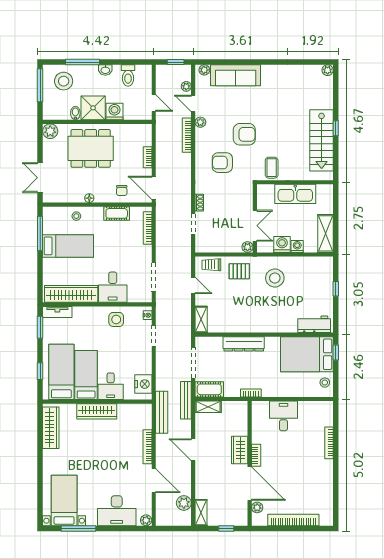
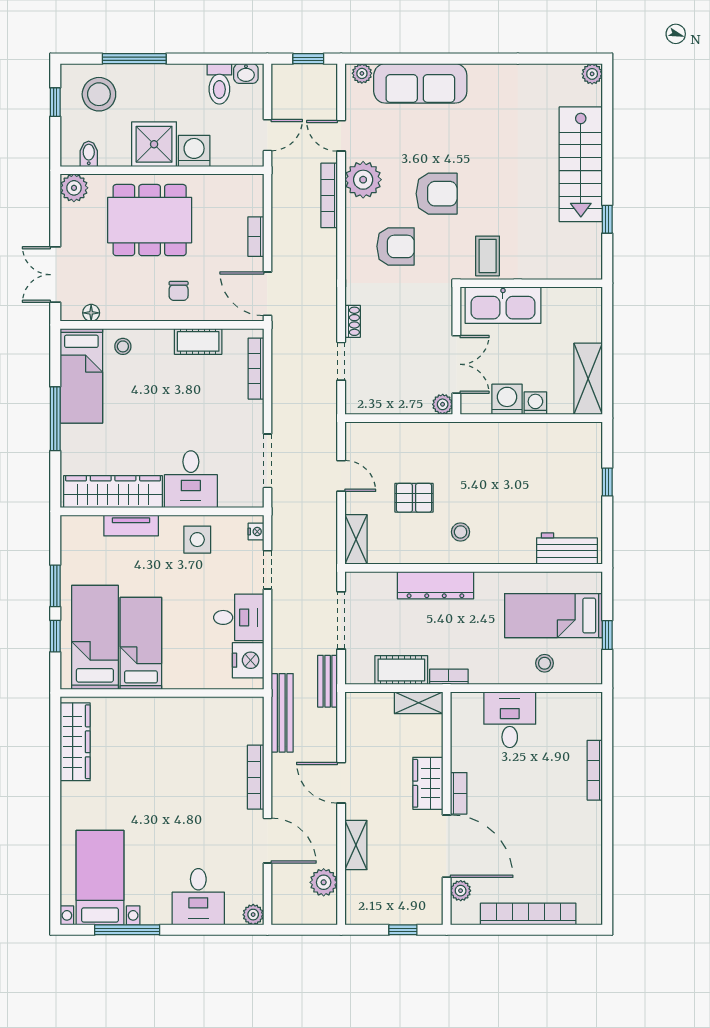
washbasin: (105, 70) -> (246, 73), moved
window: (40, 85) -> (55, 102), width x0.46
plant: (186, 86) -> (328, 104), removed
door: (154, 103) -> (267, 135), hinge flipped
bidet: (75, 113) -> (89, 154), moved
plant: (200, 122) -> (363, 180), width x1.88, depth x1.88
window: (336, 128) -> (607, 219), moved
stairs: (322, 140) -> (581, 164), moved
armchair: (222, 163) -> (396, 246), turned 180
chair: (122, 191) -> (179, 291), moved
kitchen sink: (295, 194) -> (503, 305), moved
floor lamp: (89, 198) -> (91, 313), moved
window: (40, 234) -> (55, 419), moved
bed: (68, 246) -> (81, 376), moved, turned 90
trolley: (211, 265) -> (375, 437), removed
pallet: (239, 271) -> (414, 498), moved
stool: (275, 278) -> (461, 532), moved, width x0.53, depth x0.53
tv unit: (57, 312) -> (131, 525), moved
window: (40, 327) -> (55, 586), moved
window: (336, 353) -> (607, 635), moved
bed: (307, 354) -> (554, 616), width x0.67
stool: (325, 383) -> (545, 663), moved
desk: (111, 386) -> (239, 617), moved, turned -90
cot: (209, 389) -> (401, 670), moved
bench: (186, 400) -> (328, 681), width x0.73
shelving: (208, 407) -> (419, 703), moved
wardrobe: (97, 411) -> (161, 711), removed
desk: (117, 511) -> (198, 897), width x0.73
shelving: (201, 513) -> (356, 845), moved

